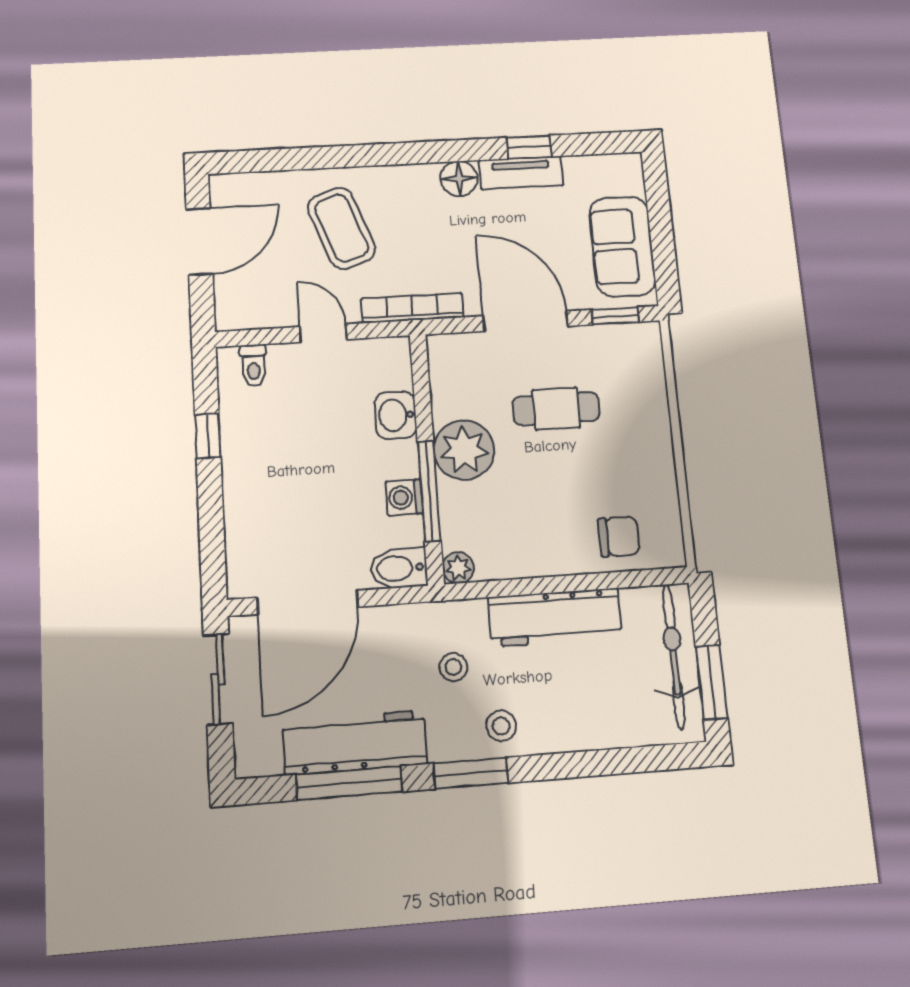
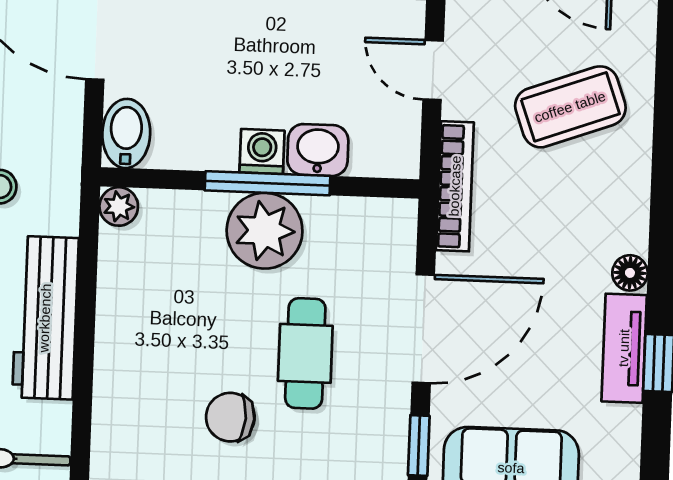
floor lamp: (459, 179) -> (630, 273), width x0.73, depth x0.73
door: (323, 333) -> (433, 70), swing flipped
window: (429, 491) -> (268, 183), moved
washing machine: (404, 497) -> (262, 152), moved
chair: (619, 536) -> (230, 417), moved, turned 93

